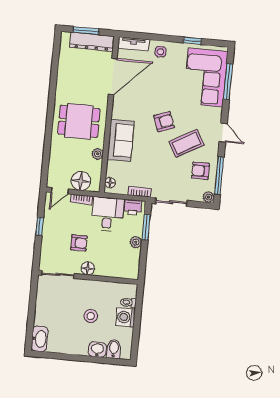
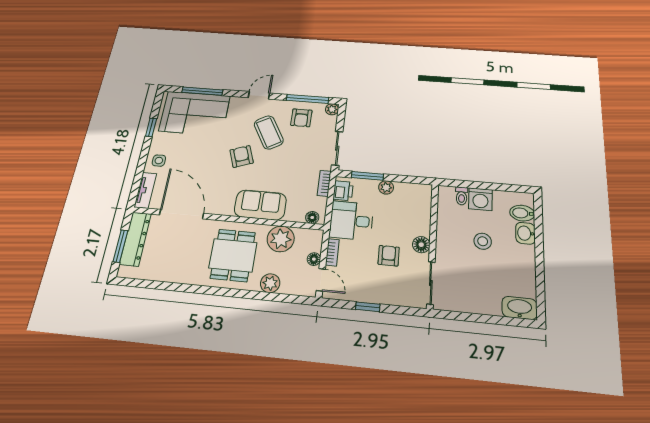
plant: (57, 152) -> (270, 283), added
plant: (98, 154) -> (281, 239), width x1.87, depth x1.87
floor lamp: (81, 181) -> (314, 259), width x0.53, depth x0.53

